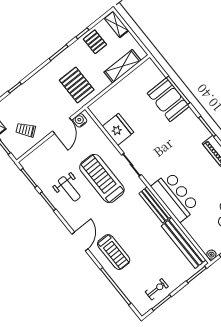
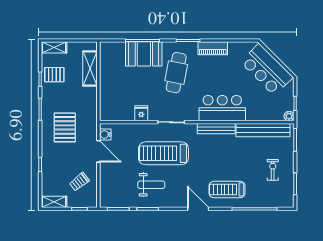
pallet: (77, 85) -> (65, 127), moved, turned 90
fridge: (118, 129) -> (141, 113), width x0.53, depth x0.75
cafe table: (174, 137) -> (176, 73), added
treadmill: (114, 252) -> (227, 189), turned 180
exercise bike: (157, 289) -> (273, 170), moved

